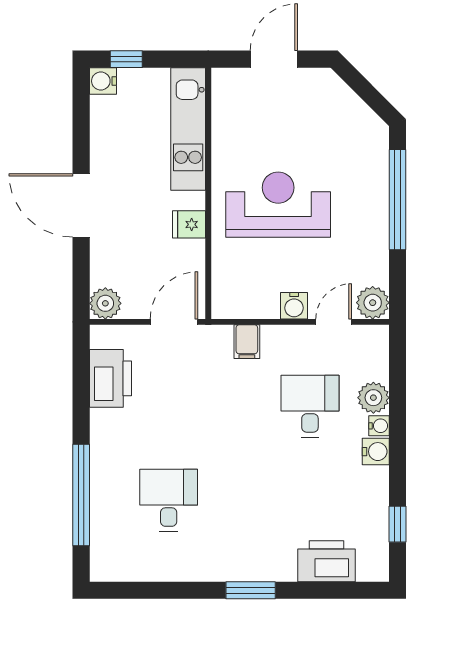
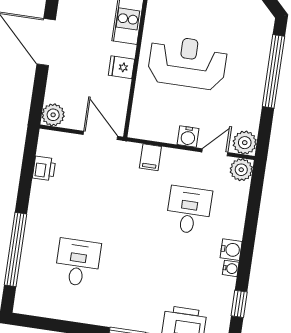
door: (174, 322) -> (100, 135), hinge flipped
printer: (110, 378) -> (44, 168), width x0.53, depth x0.68
plant: (373, 398) -> (241, 170), moved
water cooler: (379, 426) -> (231, 268), moved

